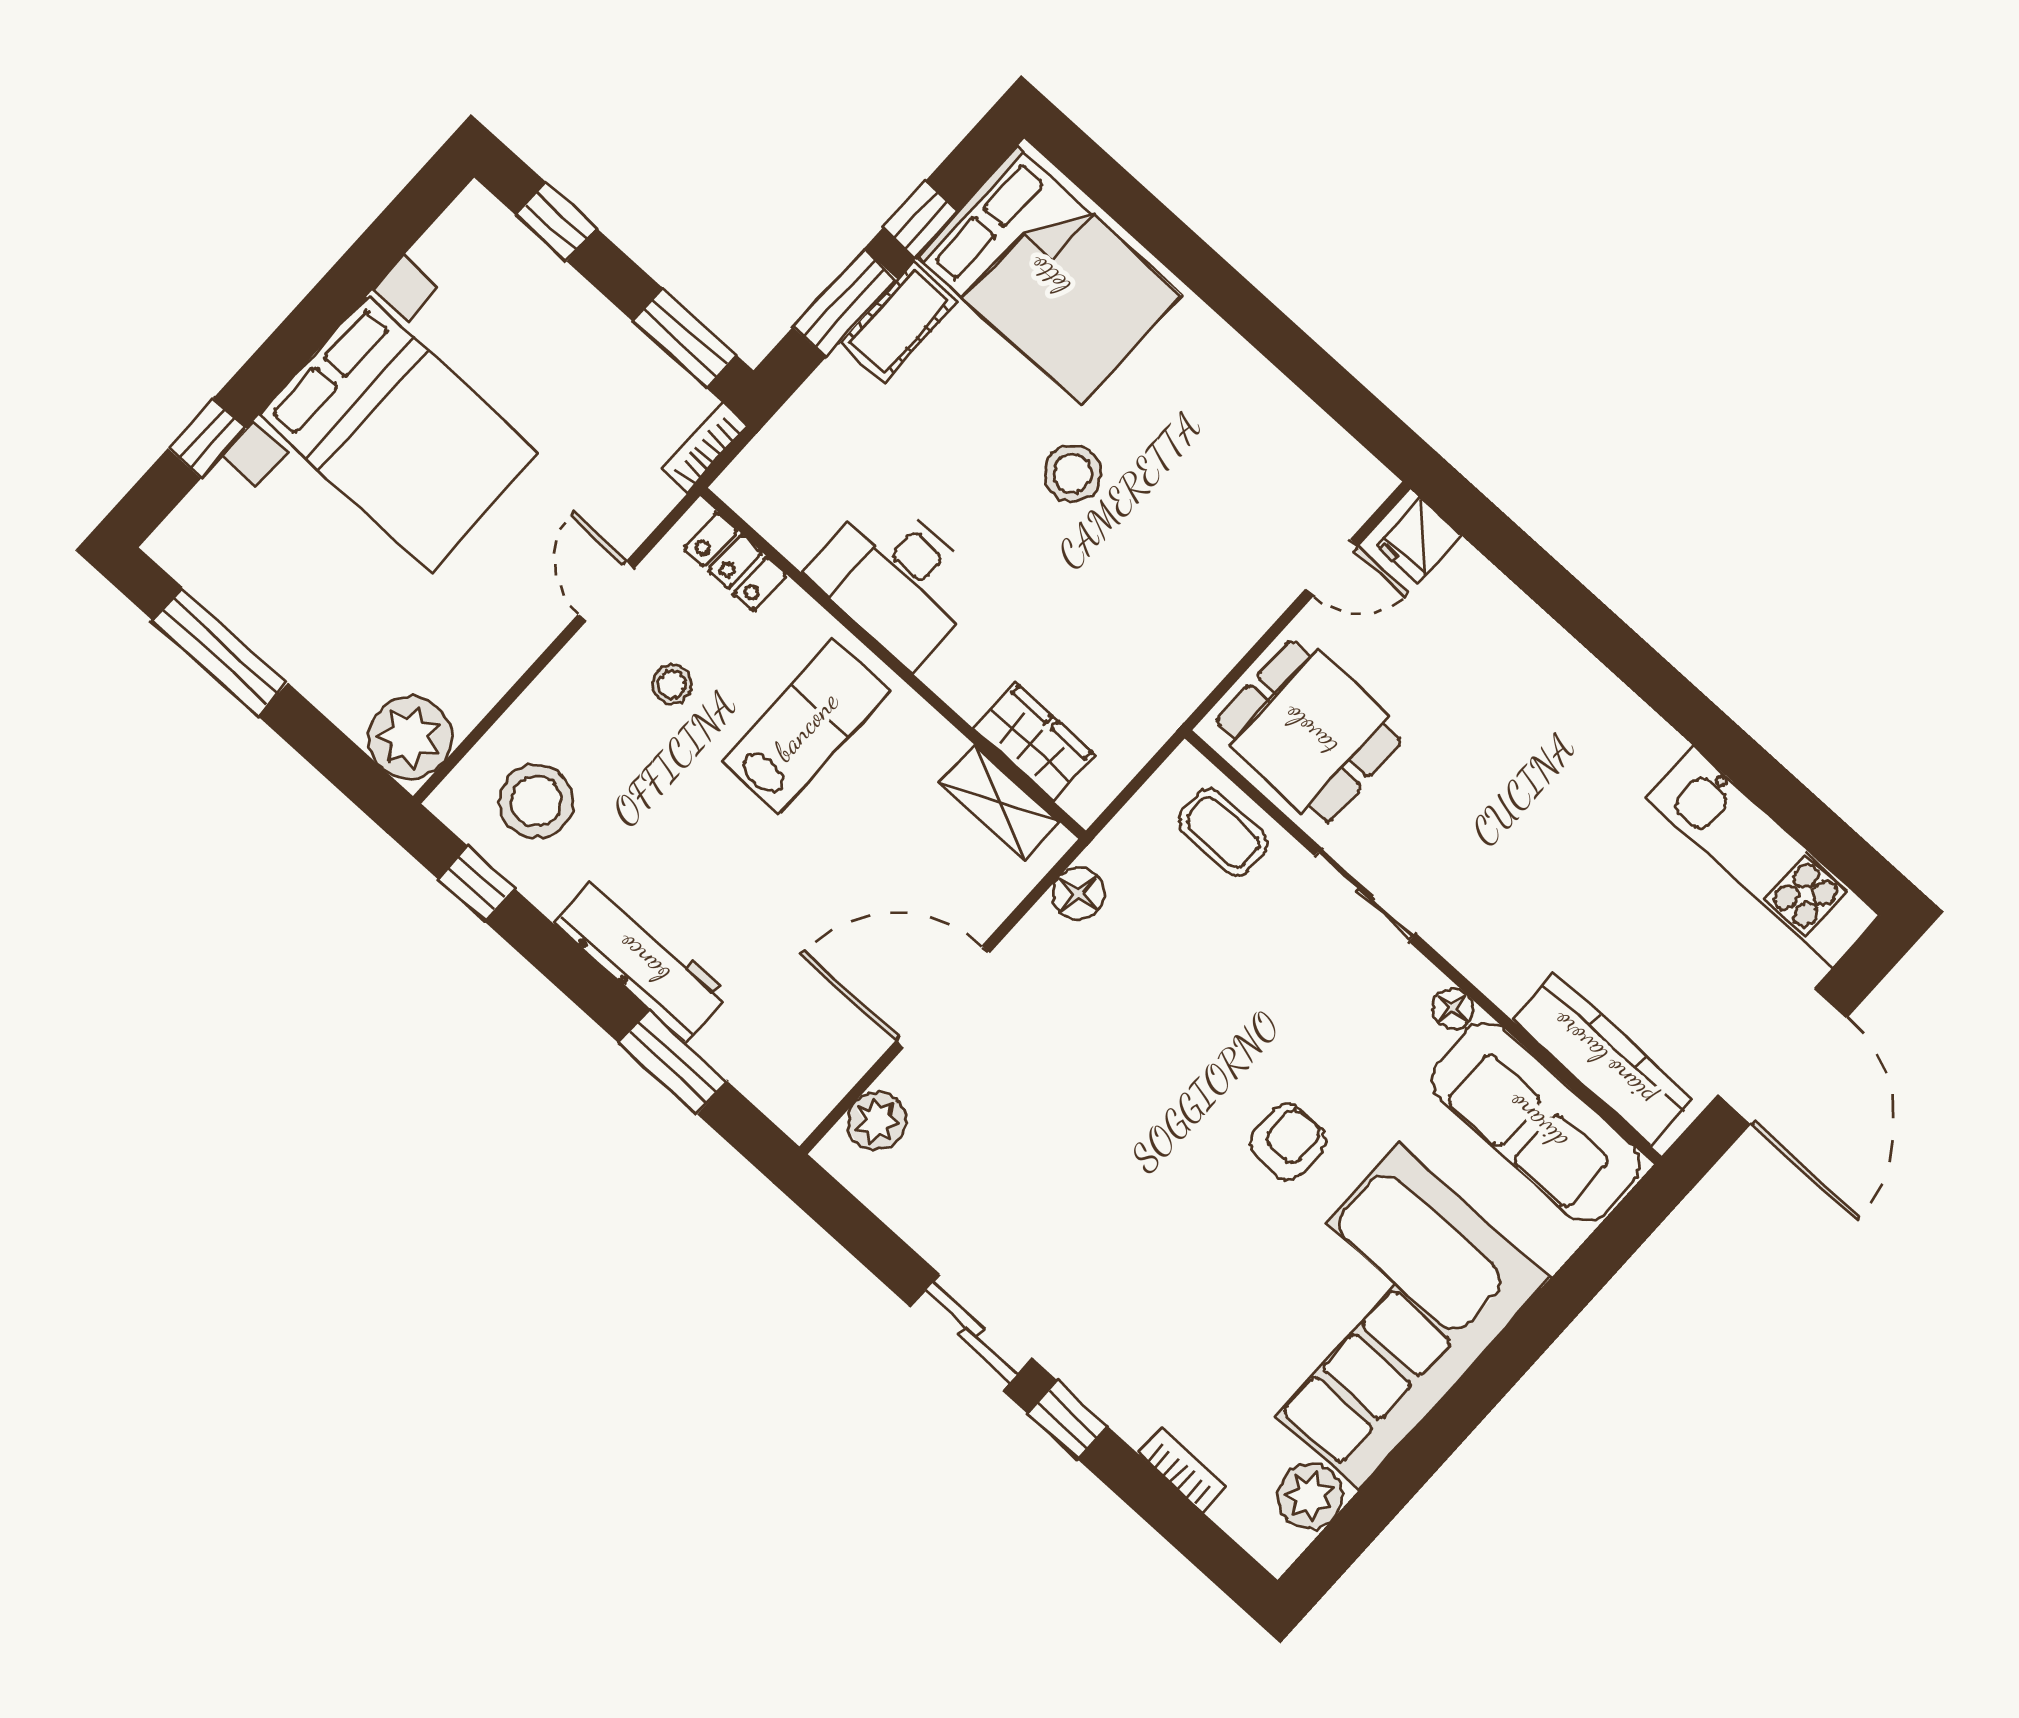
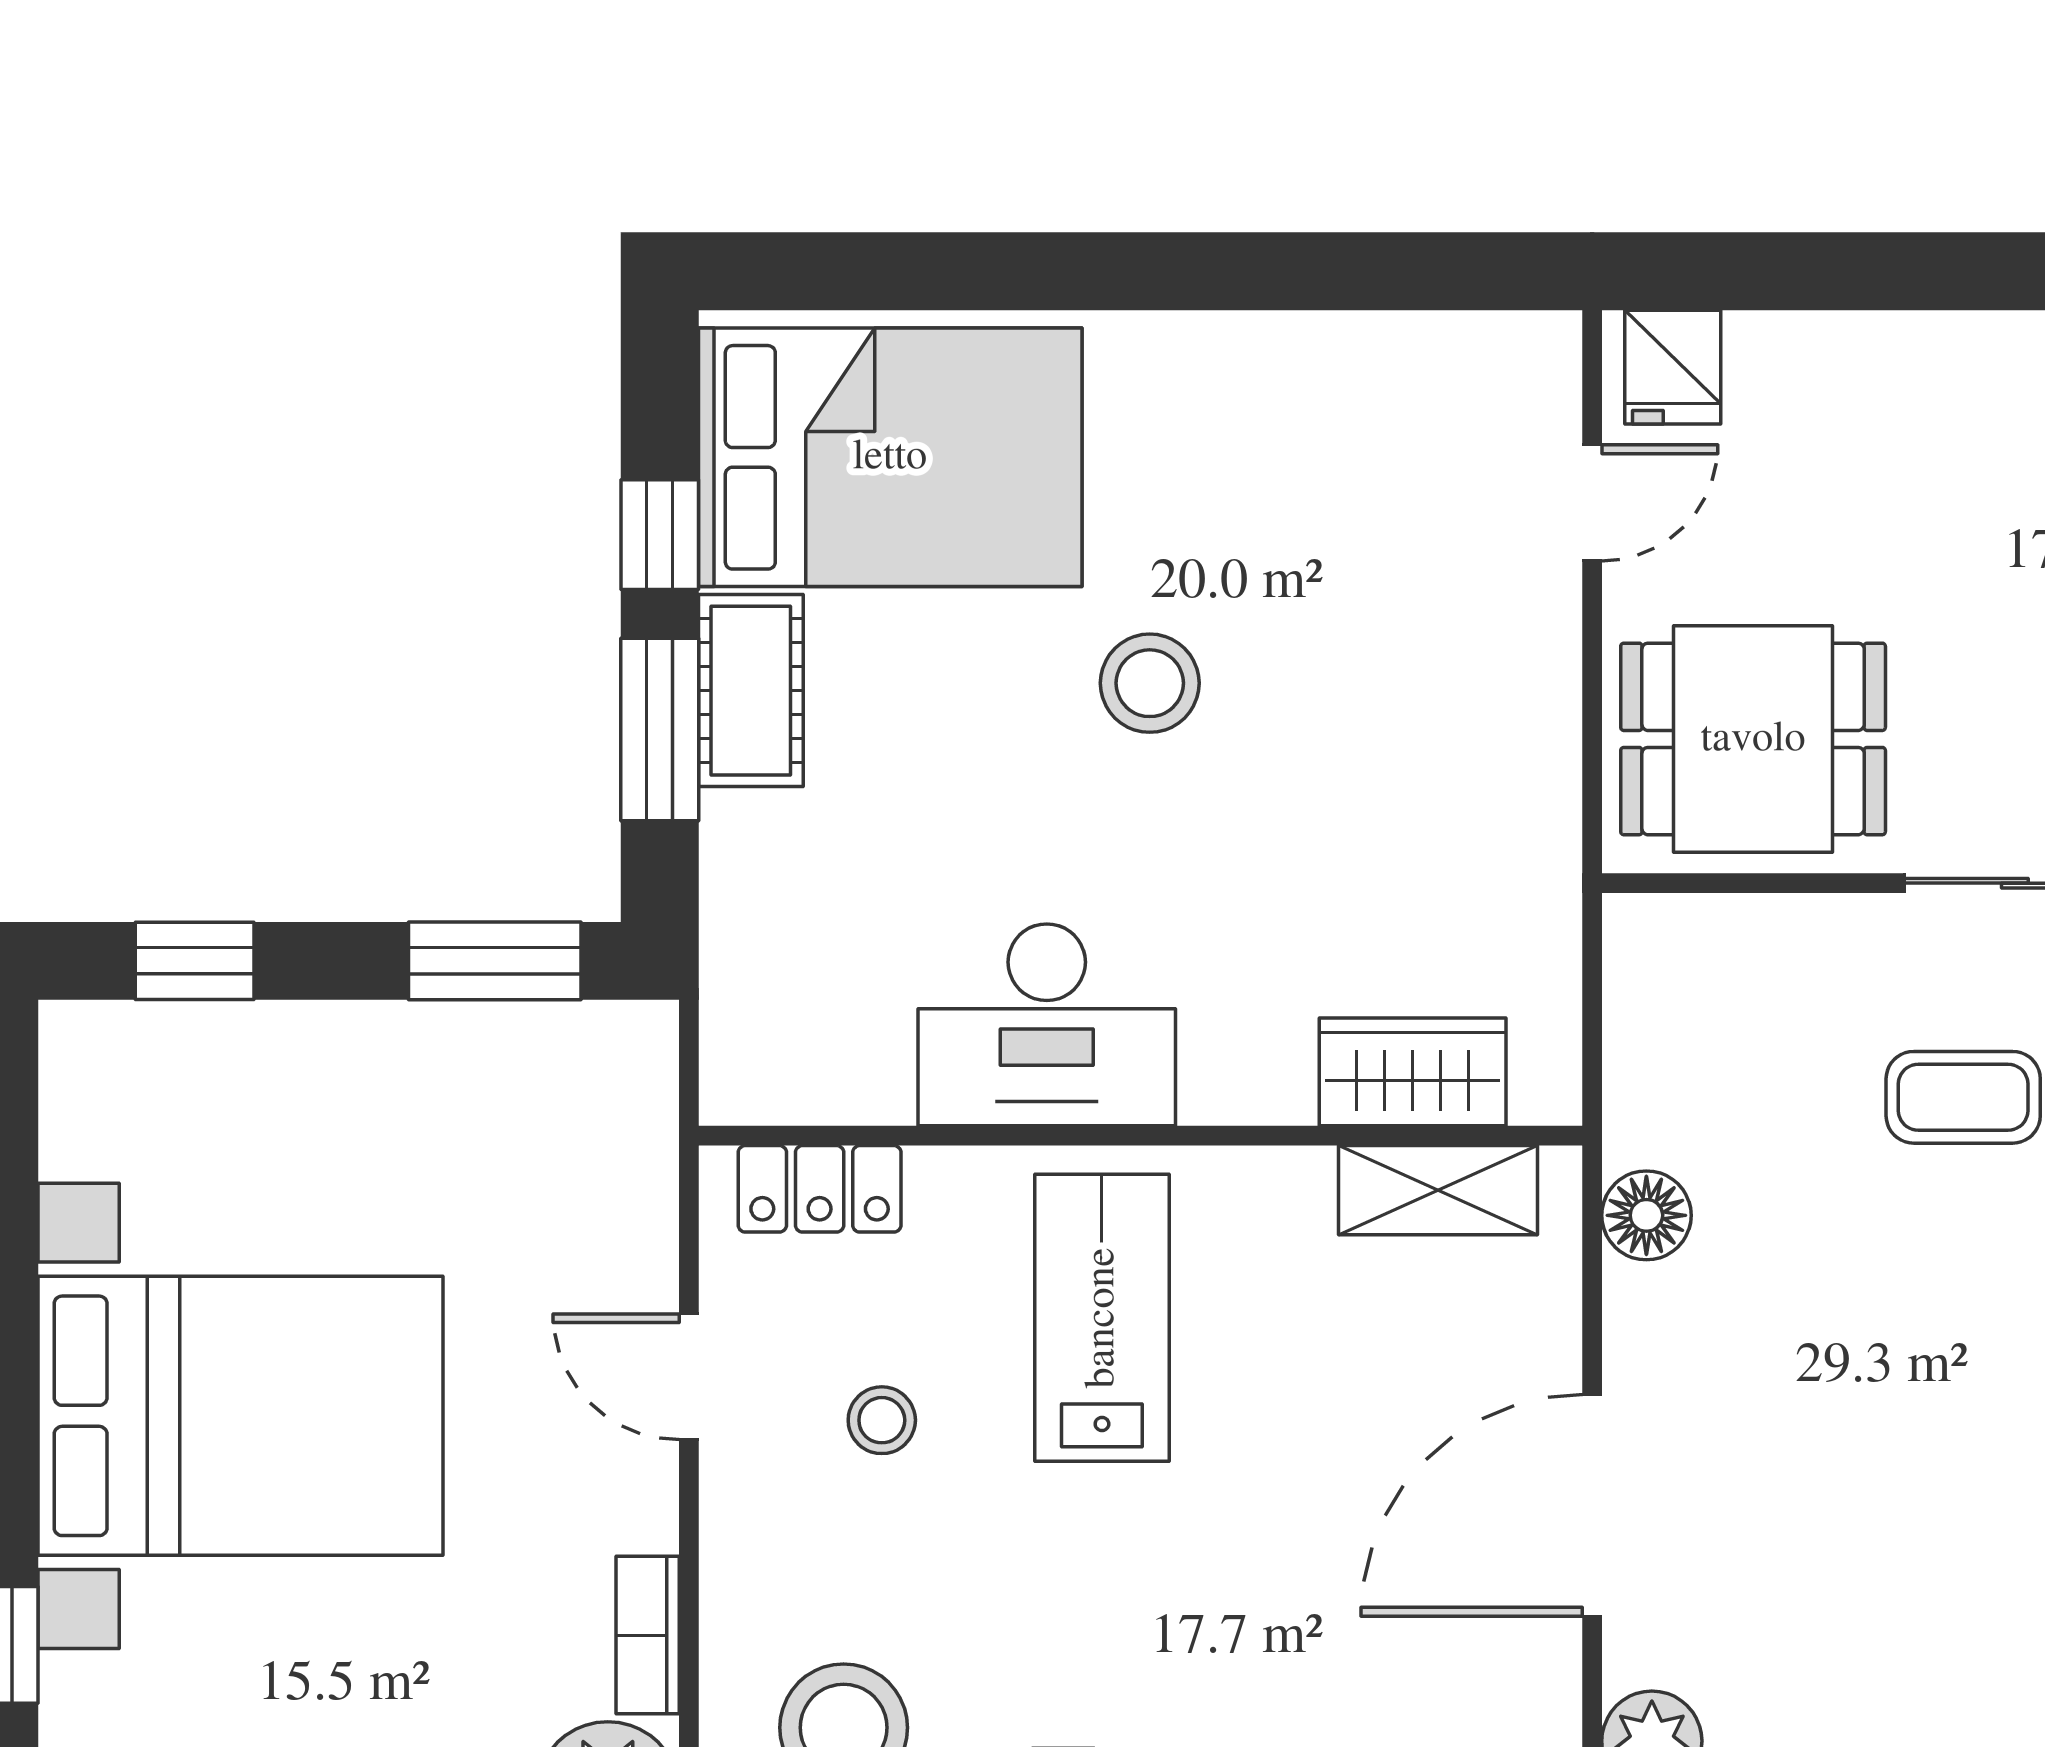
bookcase: (704, 448) -> (648, 1635), moved
coffee table: (1223, 832) -> (1963, 1097), moved

